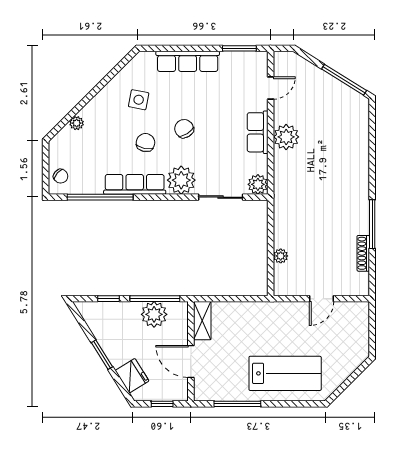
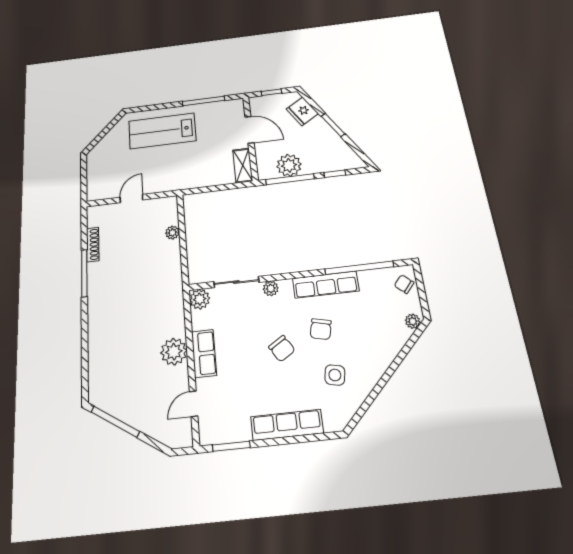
plant: (77, 123) -> (413, 321), moved
plant: (181, 180) -> (271, 288), width x0.53, depth x0.53

